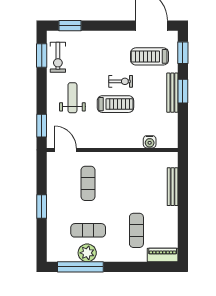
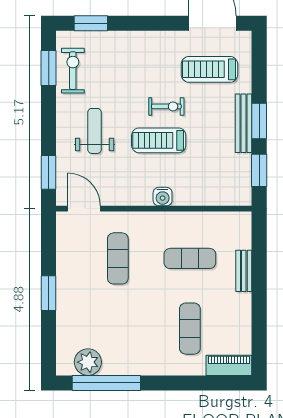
window: (183, 53) -> (259, 170), moved
exercise bike: (58, 57) -> (73, 71), turned 180
treadmill: (115, 104) -> (159, 140), turned 180
water cooler: (150, 142) -> (163, 197), moved
bench: (173, 187) -> (244, 271), width x0.73
exercise mat: (88, 230) -> (190, 258), moved
plant: (87, 253) -> (88, 362), moved

